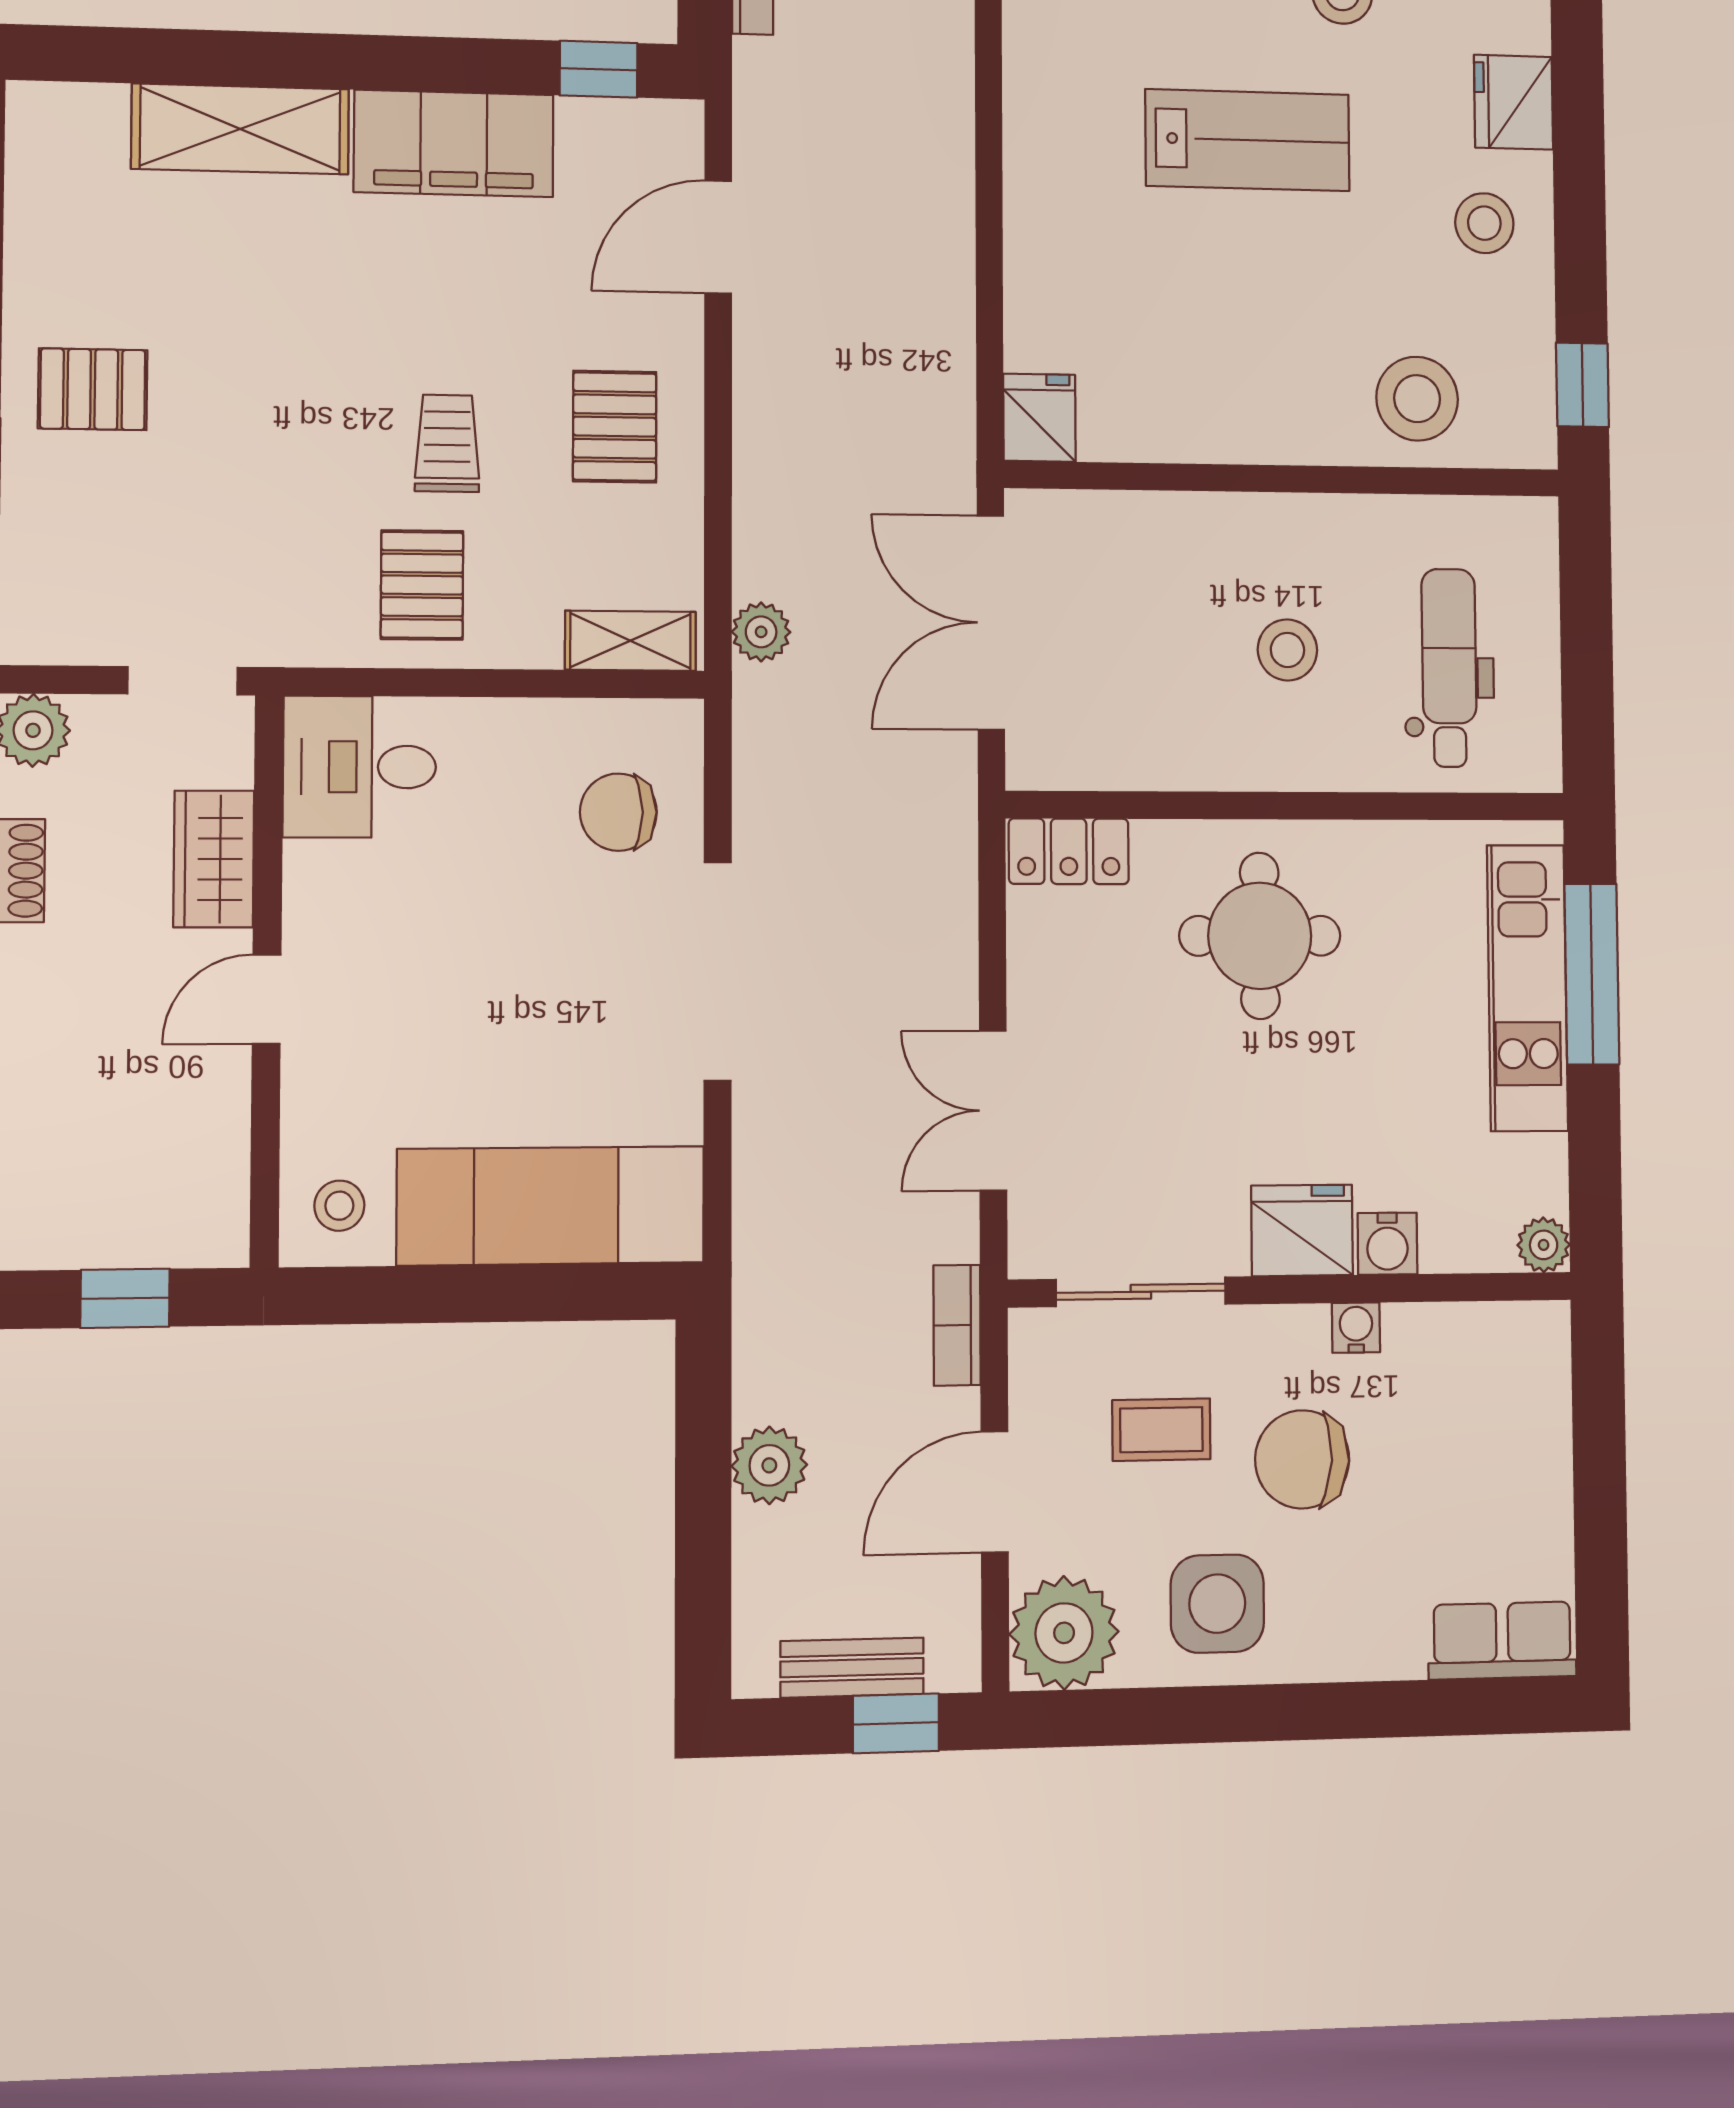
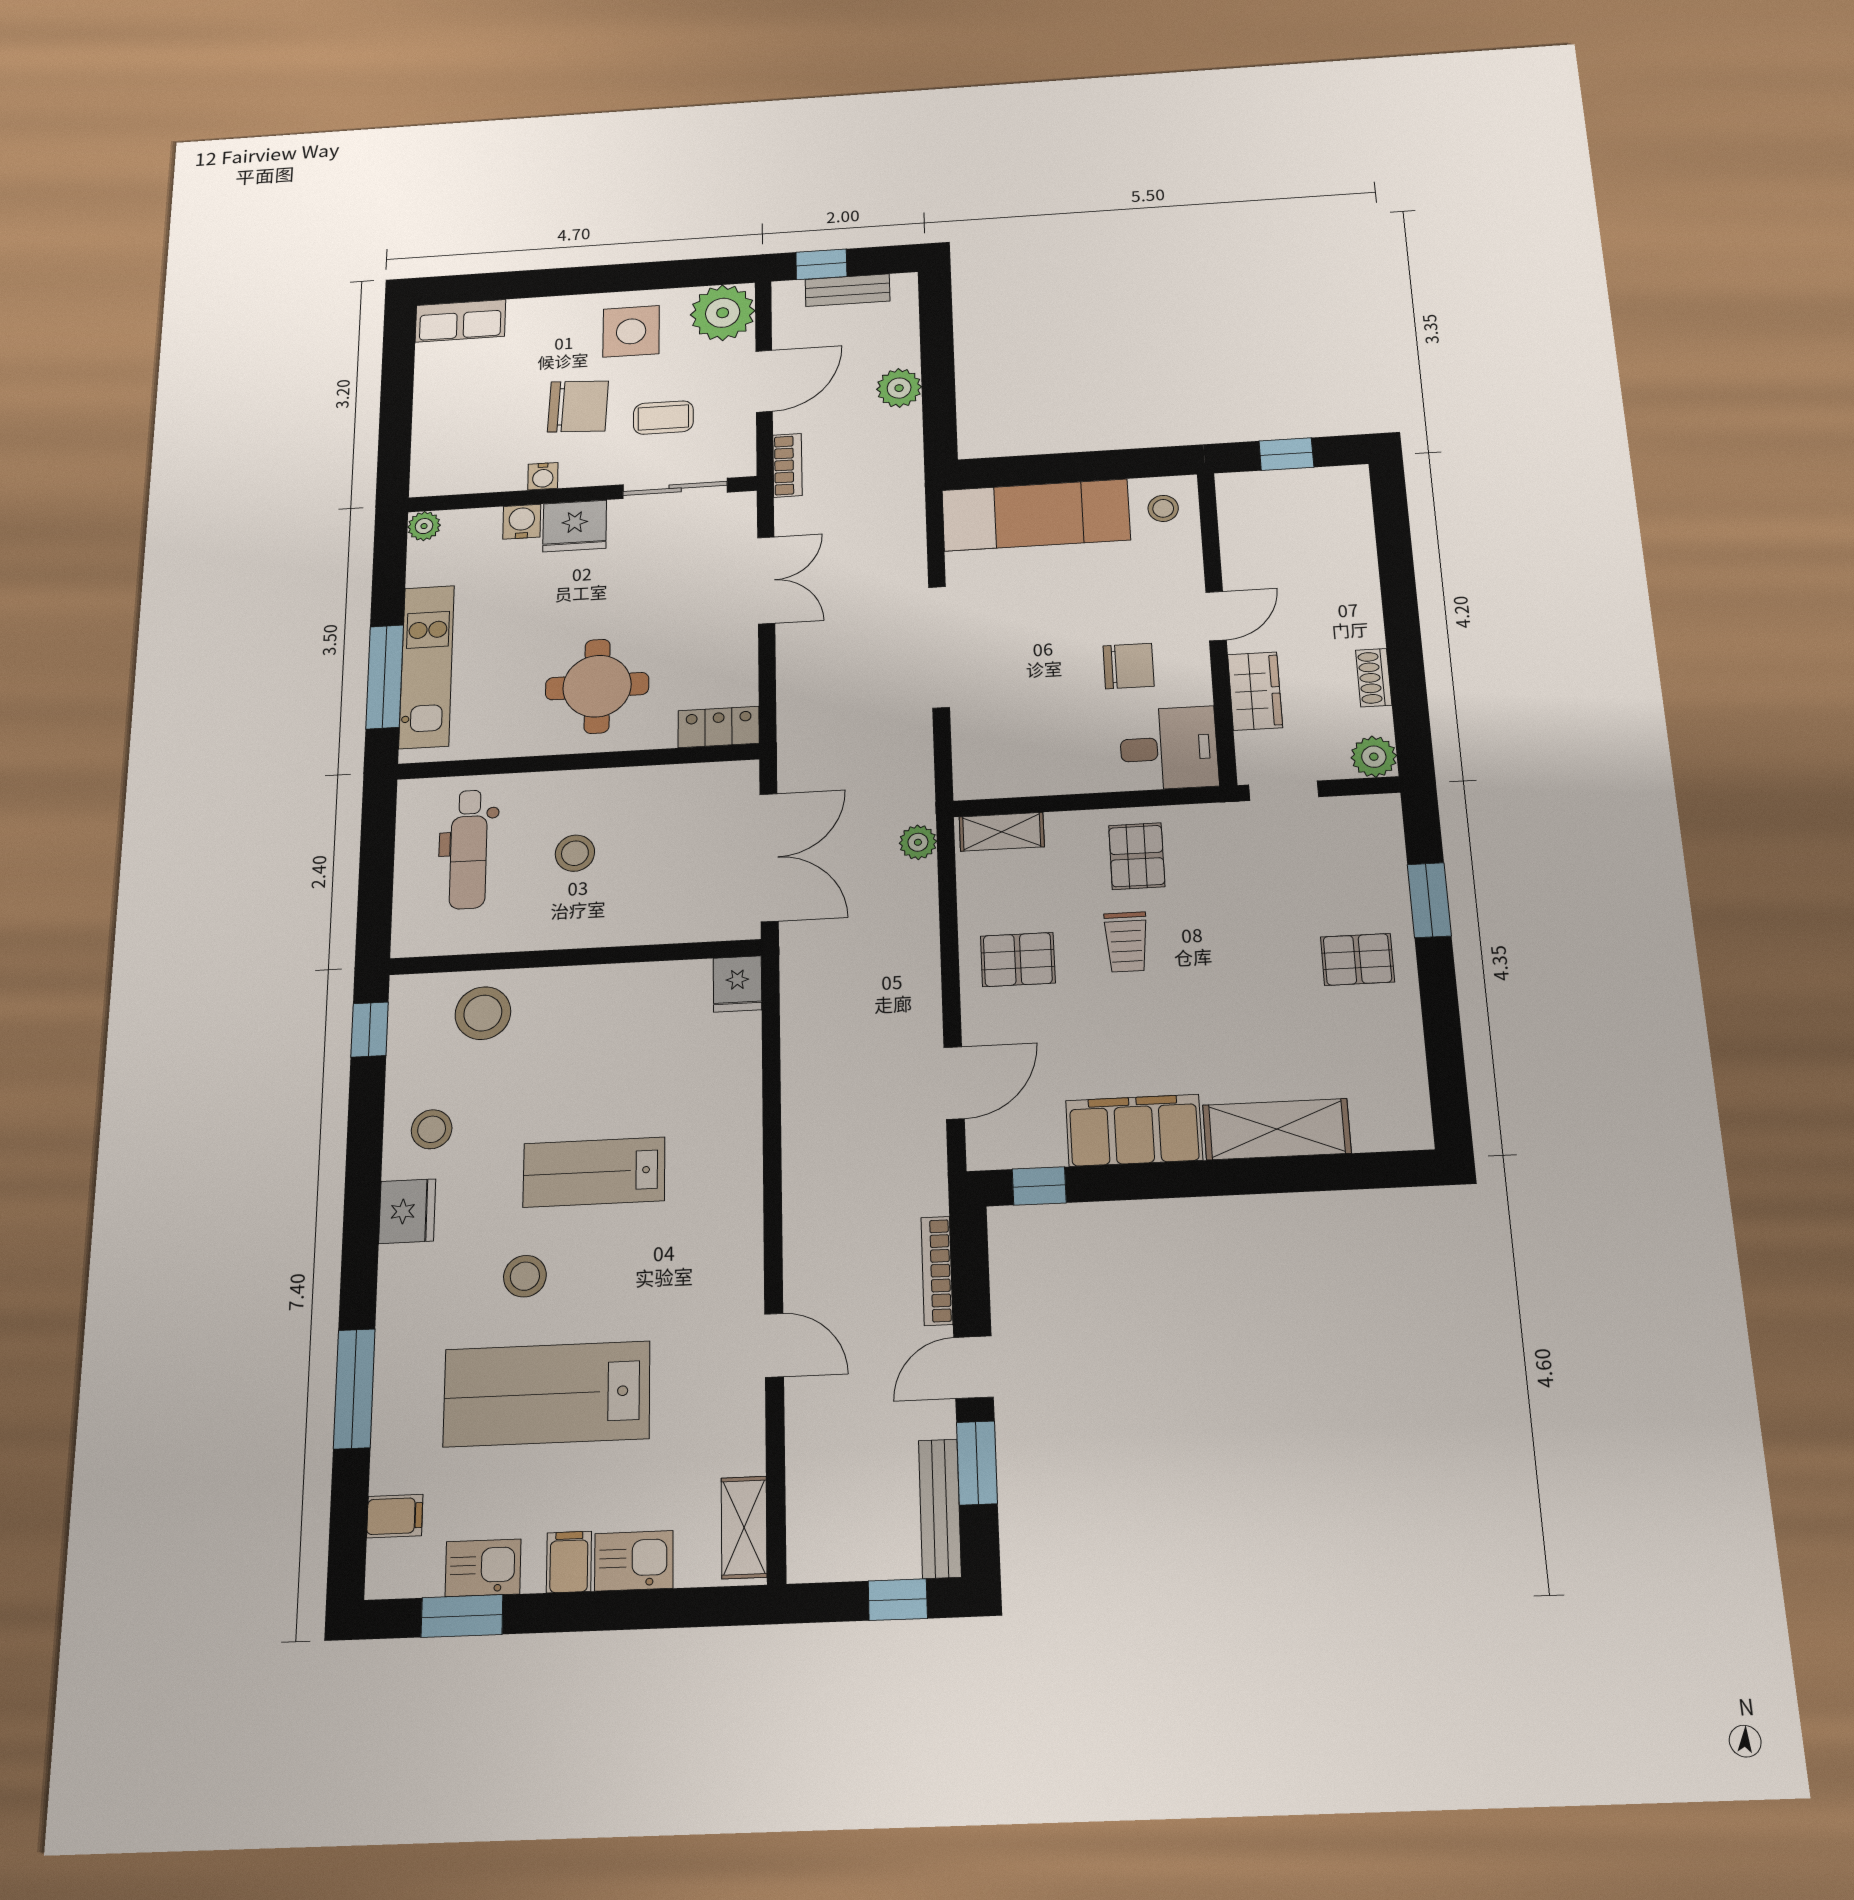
pallet: (615, 427) -> (1018, 960), turned 90
chair: (618, 812) -> (1129, 666), moved

